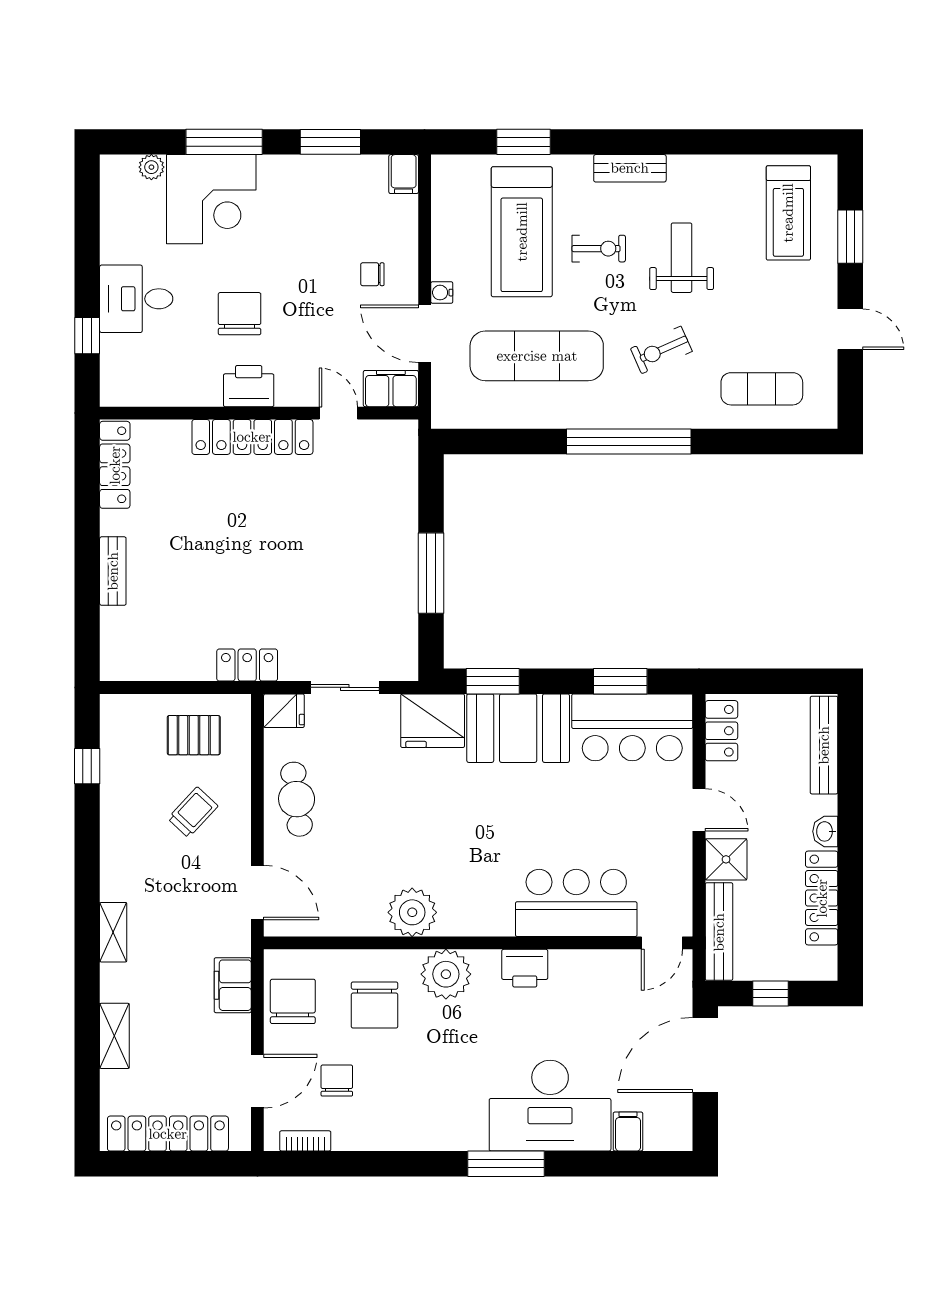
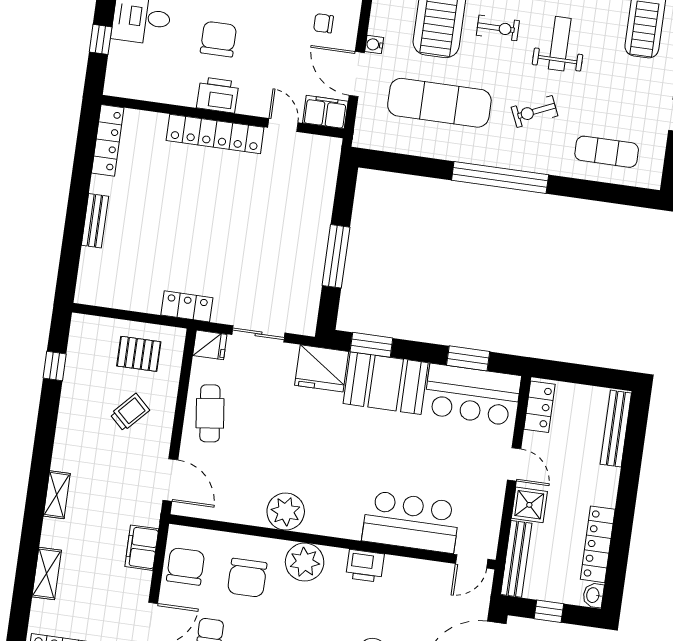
washbasin: (825, 831) -> (593, 595), moved

